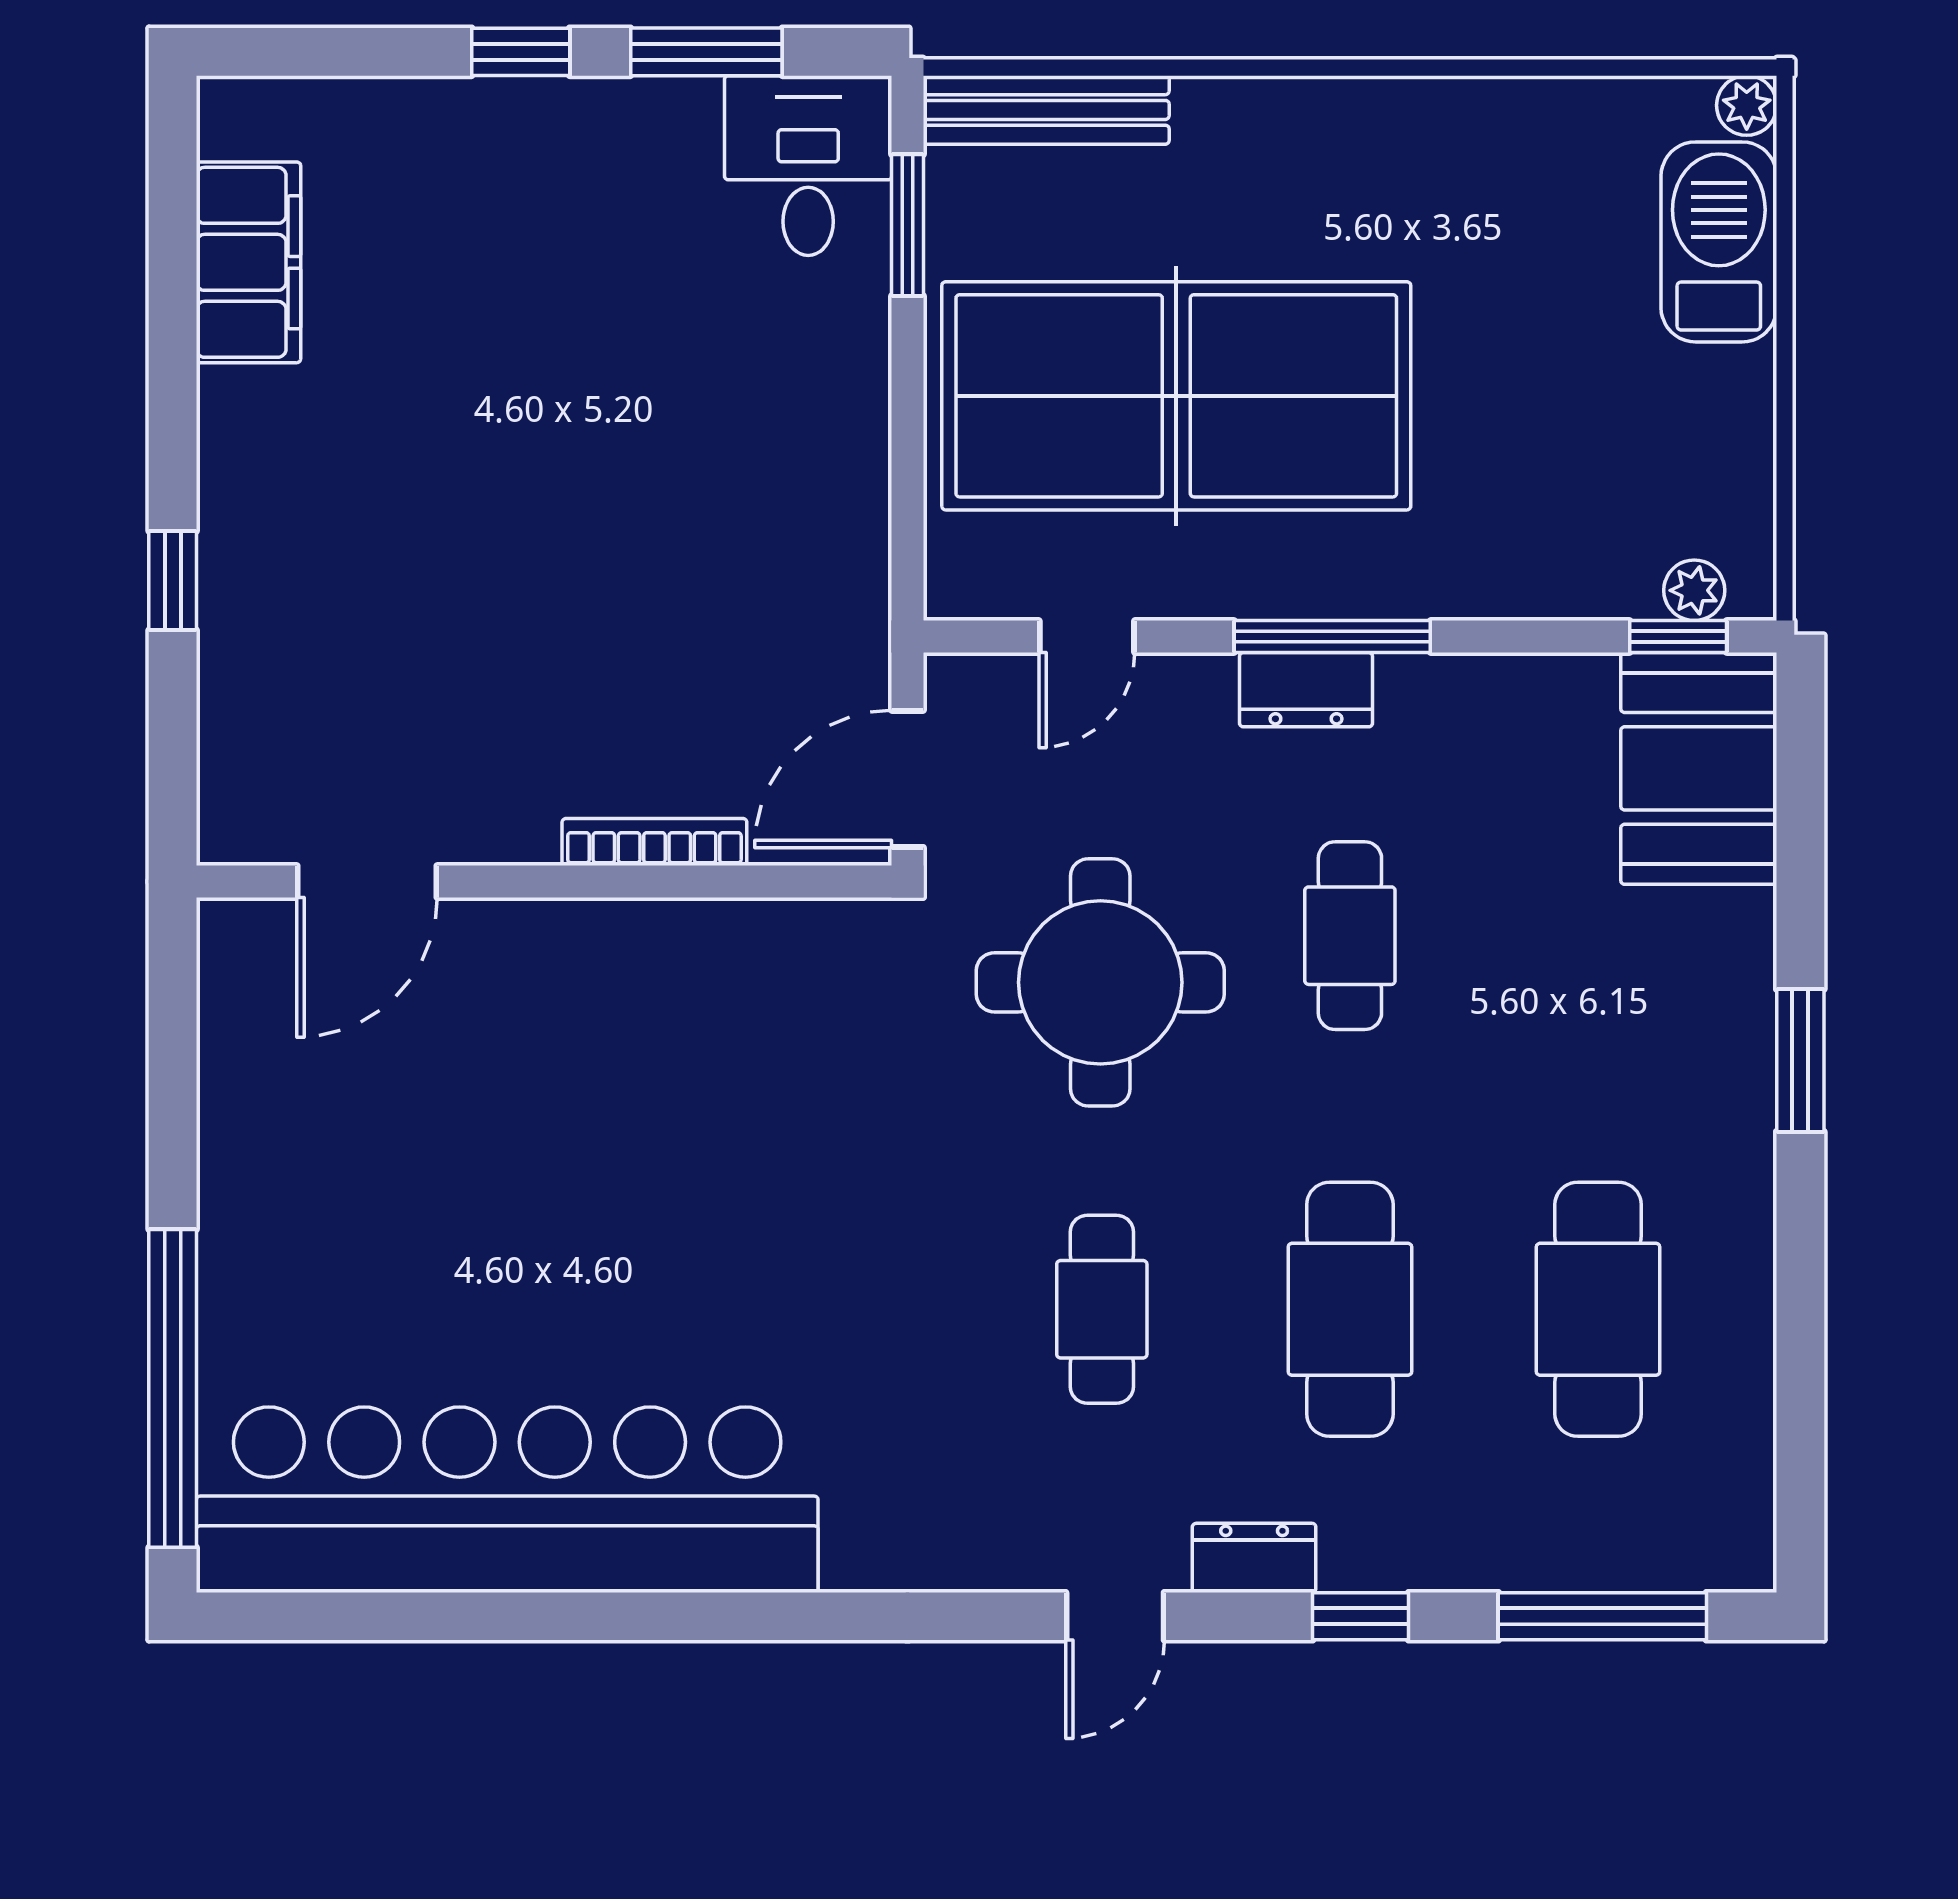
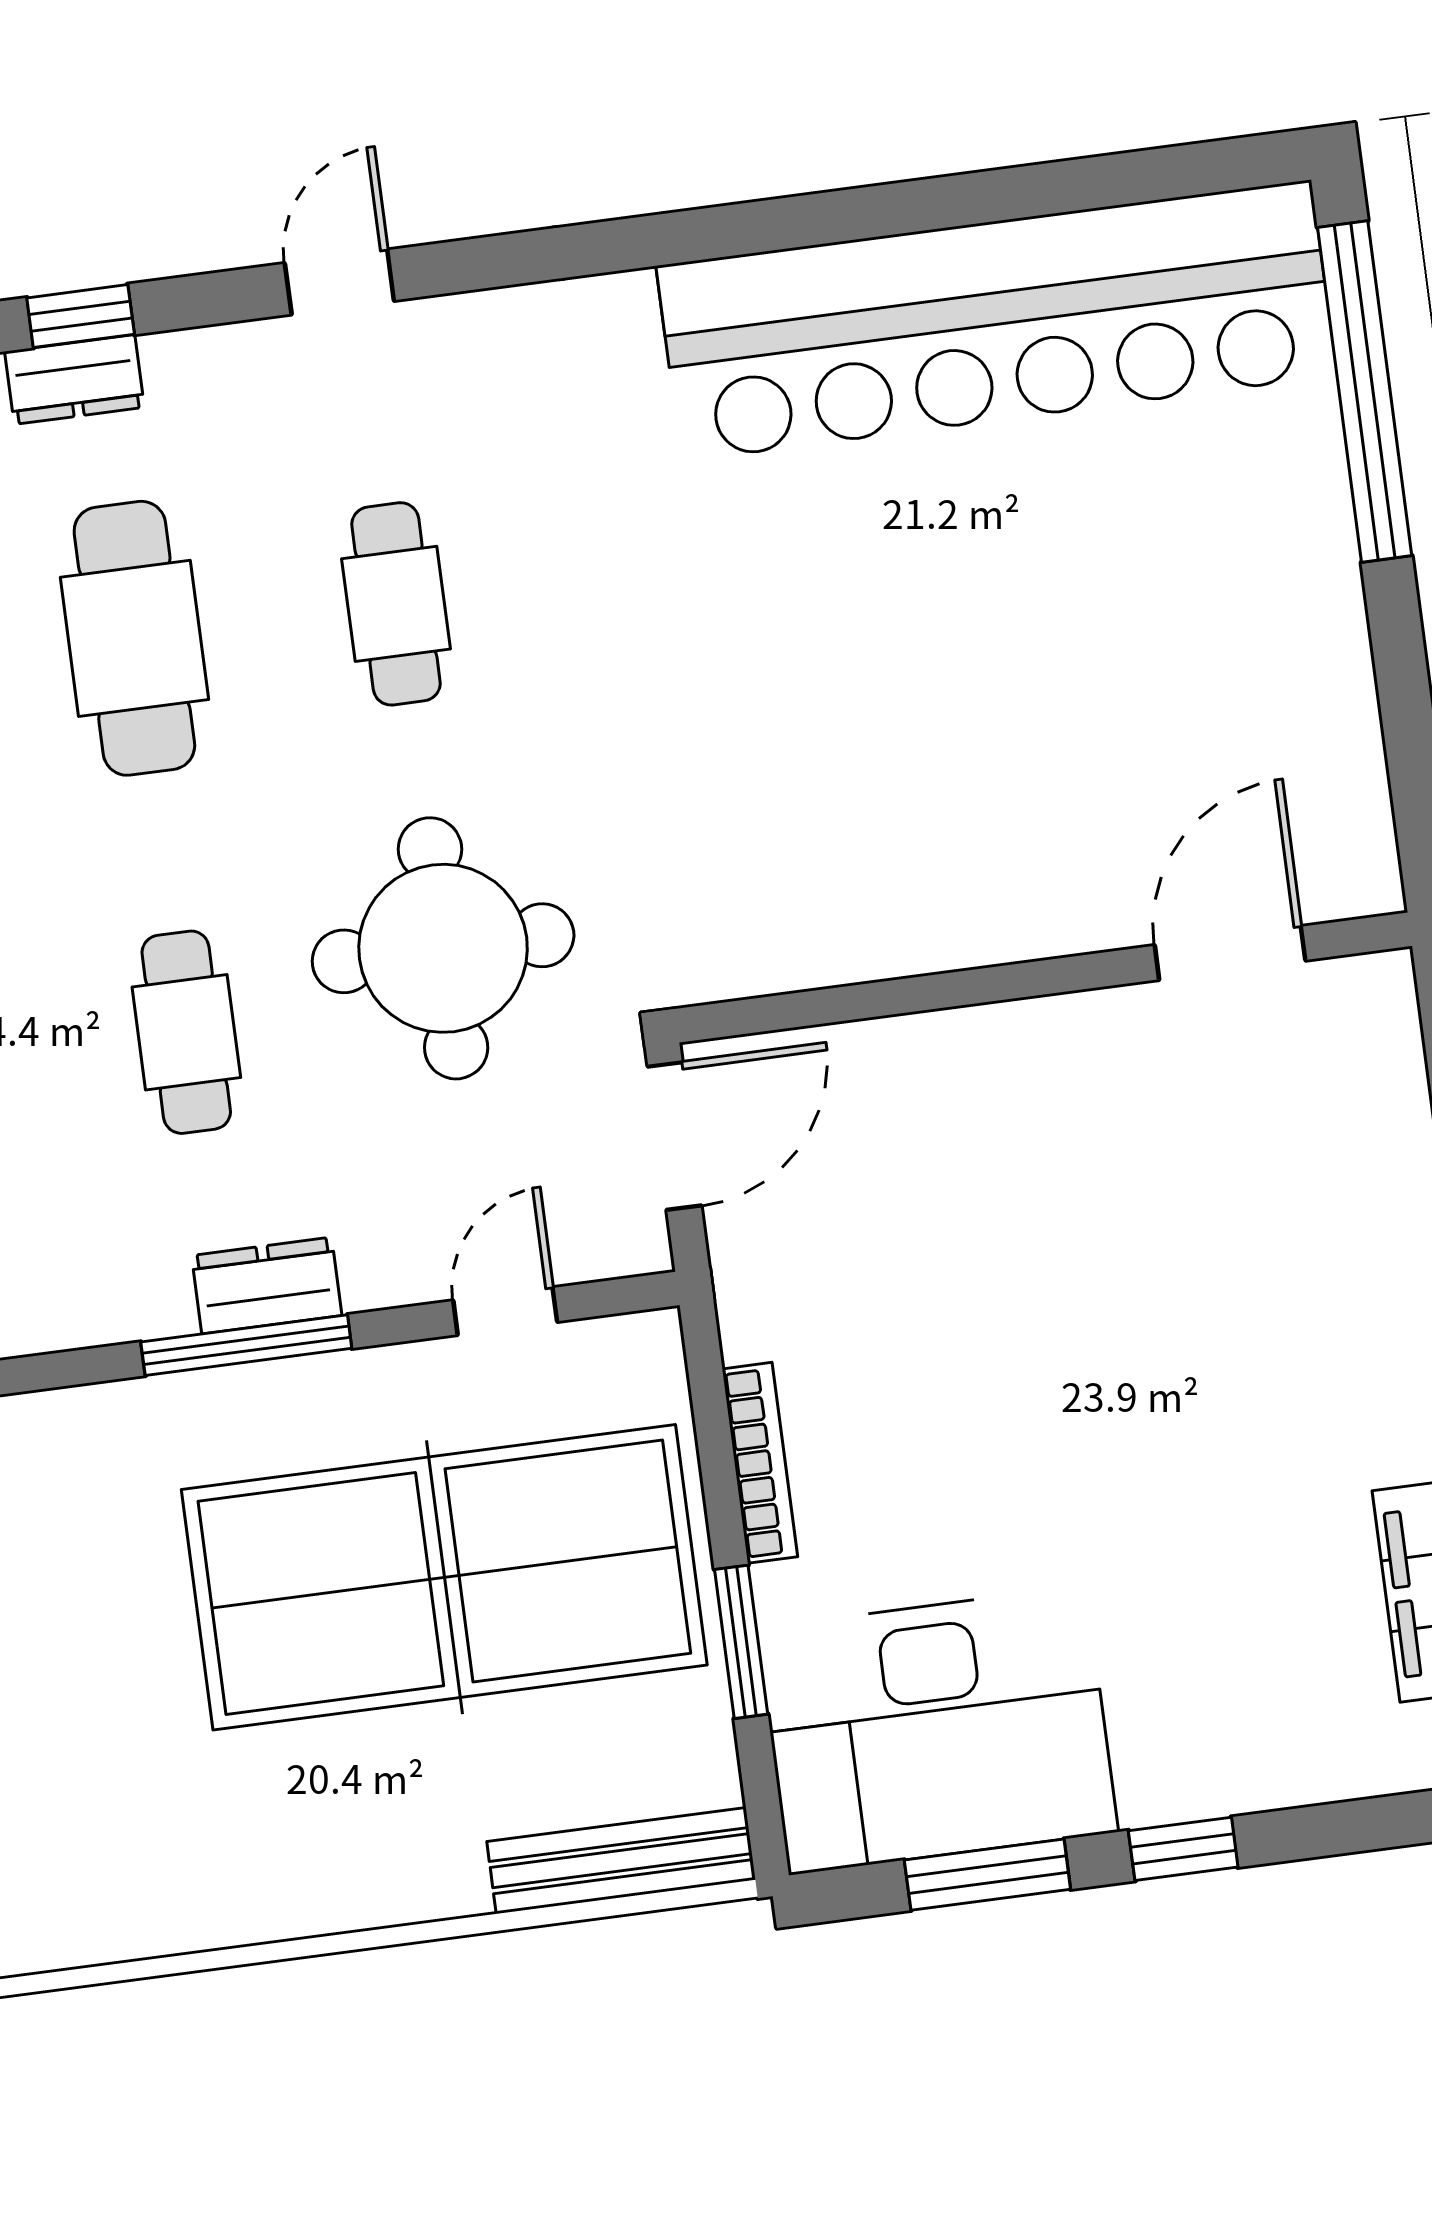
desk: (808, 166) -> (937, 1730), width x1.87, depth x1.30
window: (907, 225) -> (741, 1642), moved
bookcase: (654, 842) -> (760, 1463), moved, turned -90
dresser: (1254, 1558) -> (74, 380), moved

